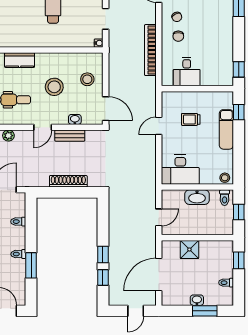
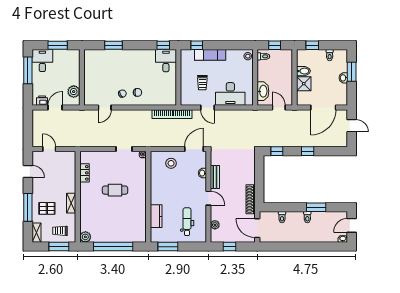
bookcase: (150, 50) -> (172, 114), moved
desk: (187, 72) -> (166, 61), moved, turned -90
stool: (54, 87) -> (177, 189), removed
desk: (180, 170) -> (230, 94), moved, turned 90
shoe rack: (68, 181) -> (251, 199), moved
washbasin: (197, 197) -> (263, 91), moved
bidet: (206, 249) -> (303, 71), added
door: (159, 274) -> (323, 108), hinge flipped
window: (103, 278) -> (277, 151), moved

